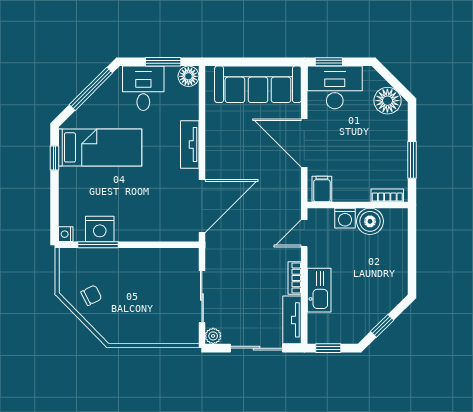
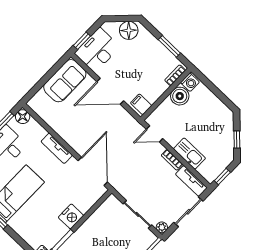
sofa: (258, 84) -> (65, 81), width x0.73
washing machine: (345, 218) -> (190, 82), moved
nightstand: (100, 229) -> (71, 216), moved
door: (304, 233) -> (155, 134), hinge flipped

